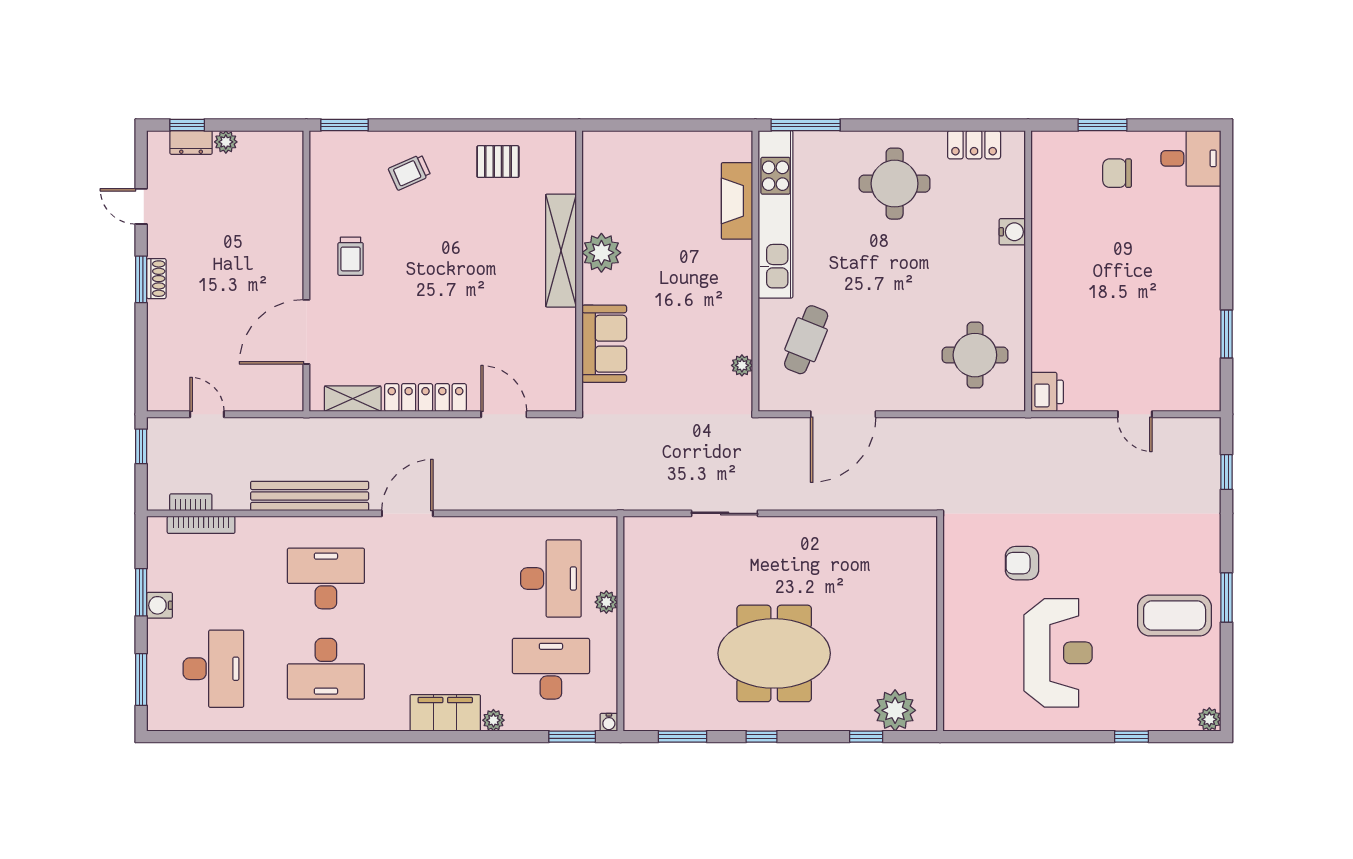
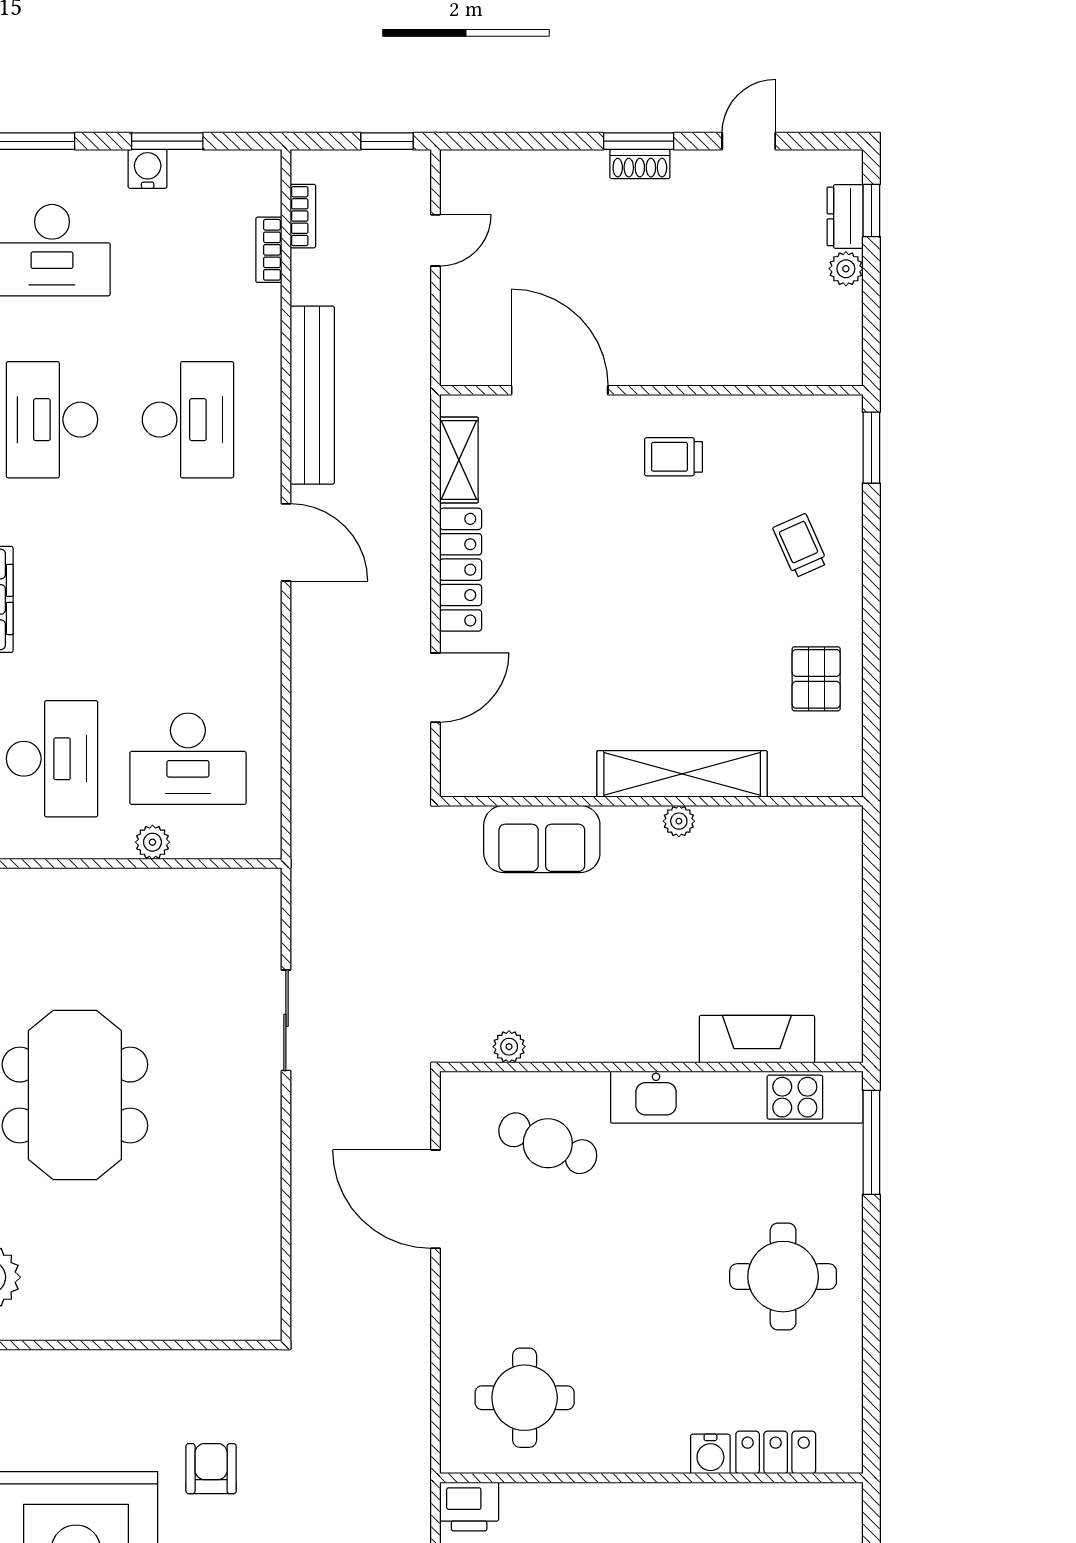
locker: (974, 145) -> (776, 1452), moved, turned 90
plant: (601, 253) -> (679, 821), width x0.53, depth x0.53
bookcase: (201, 525) -> (269, 250), width x0.64

